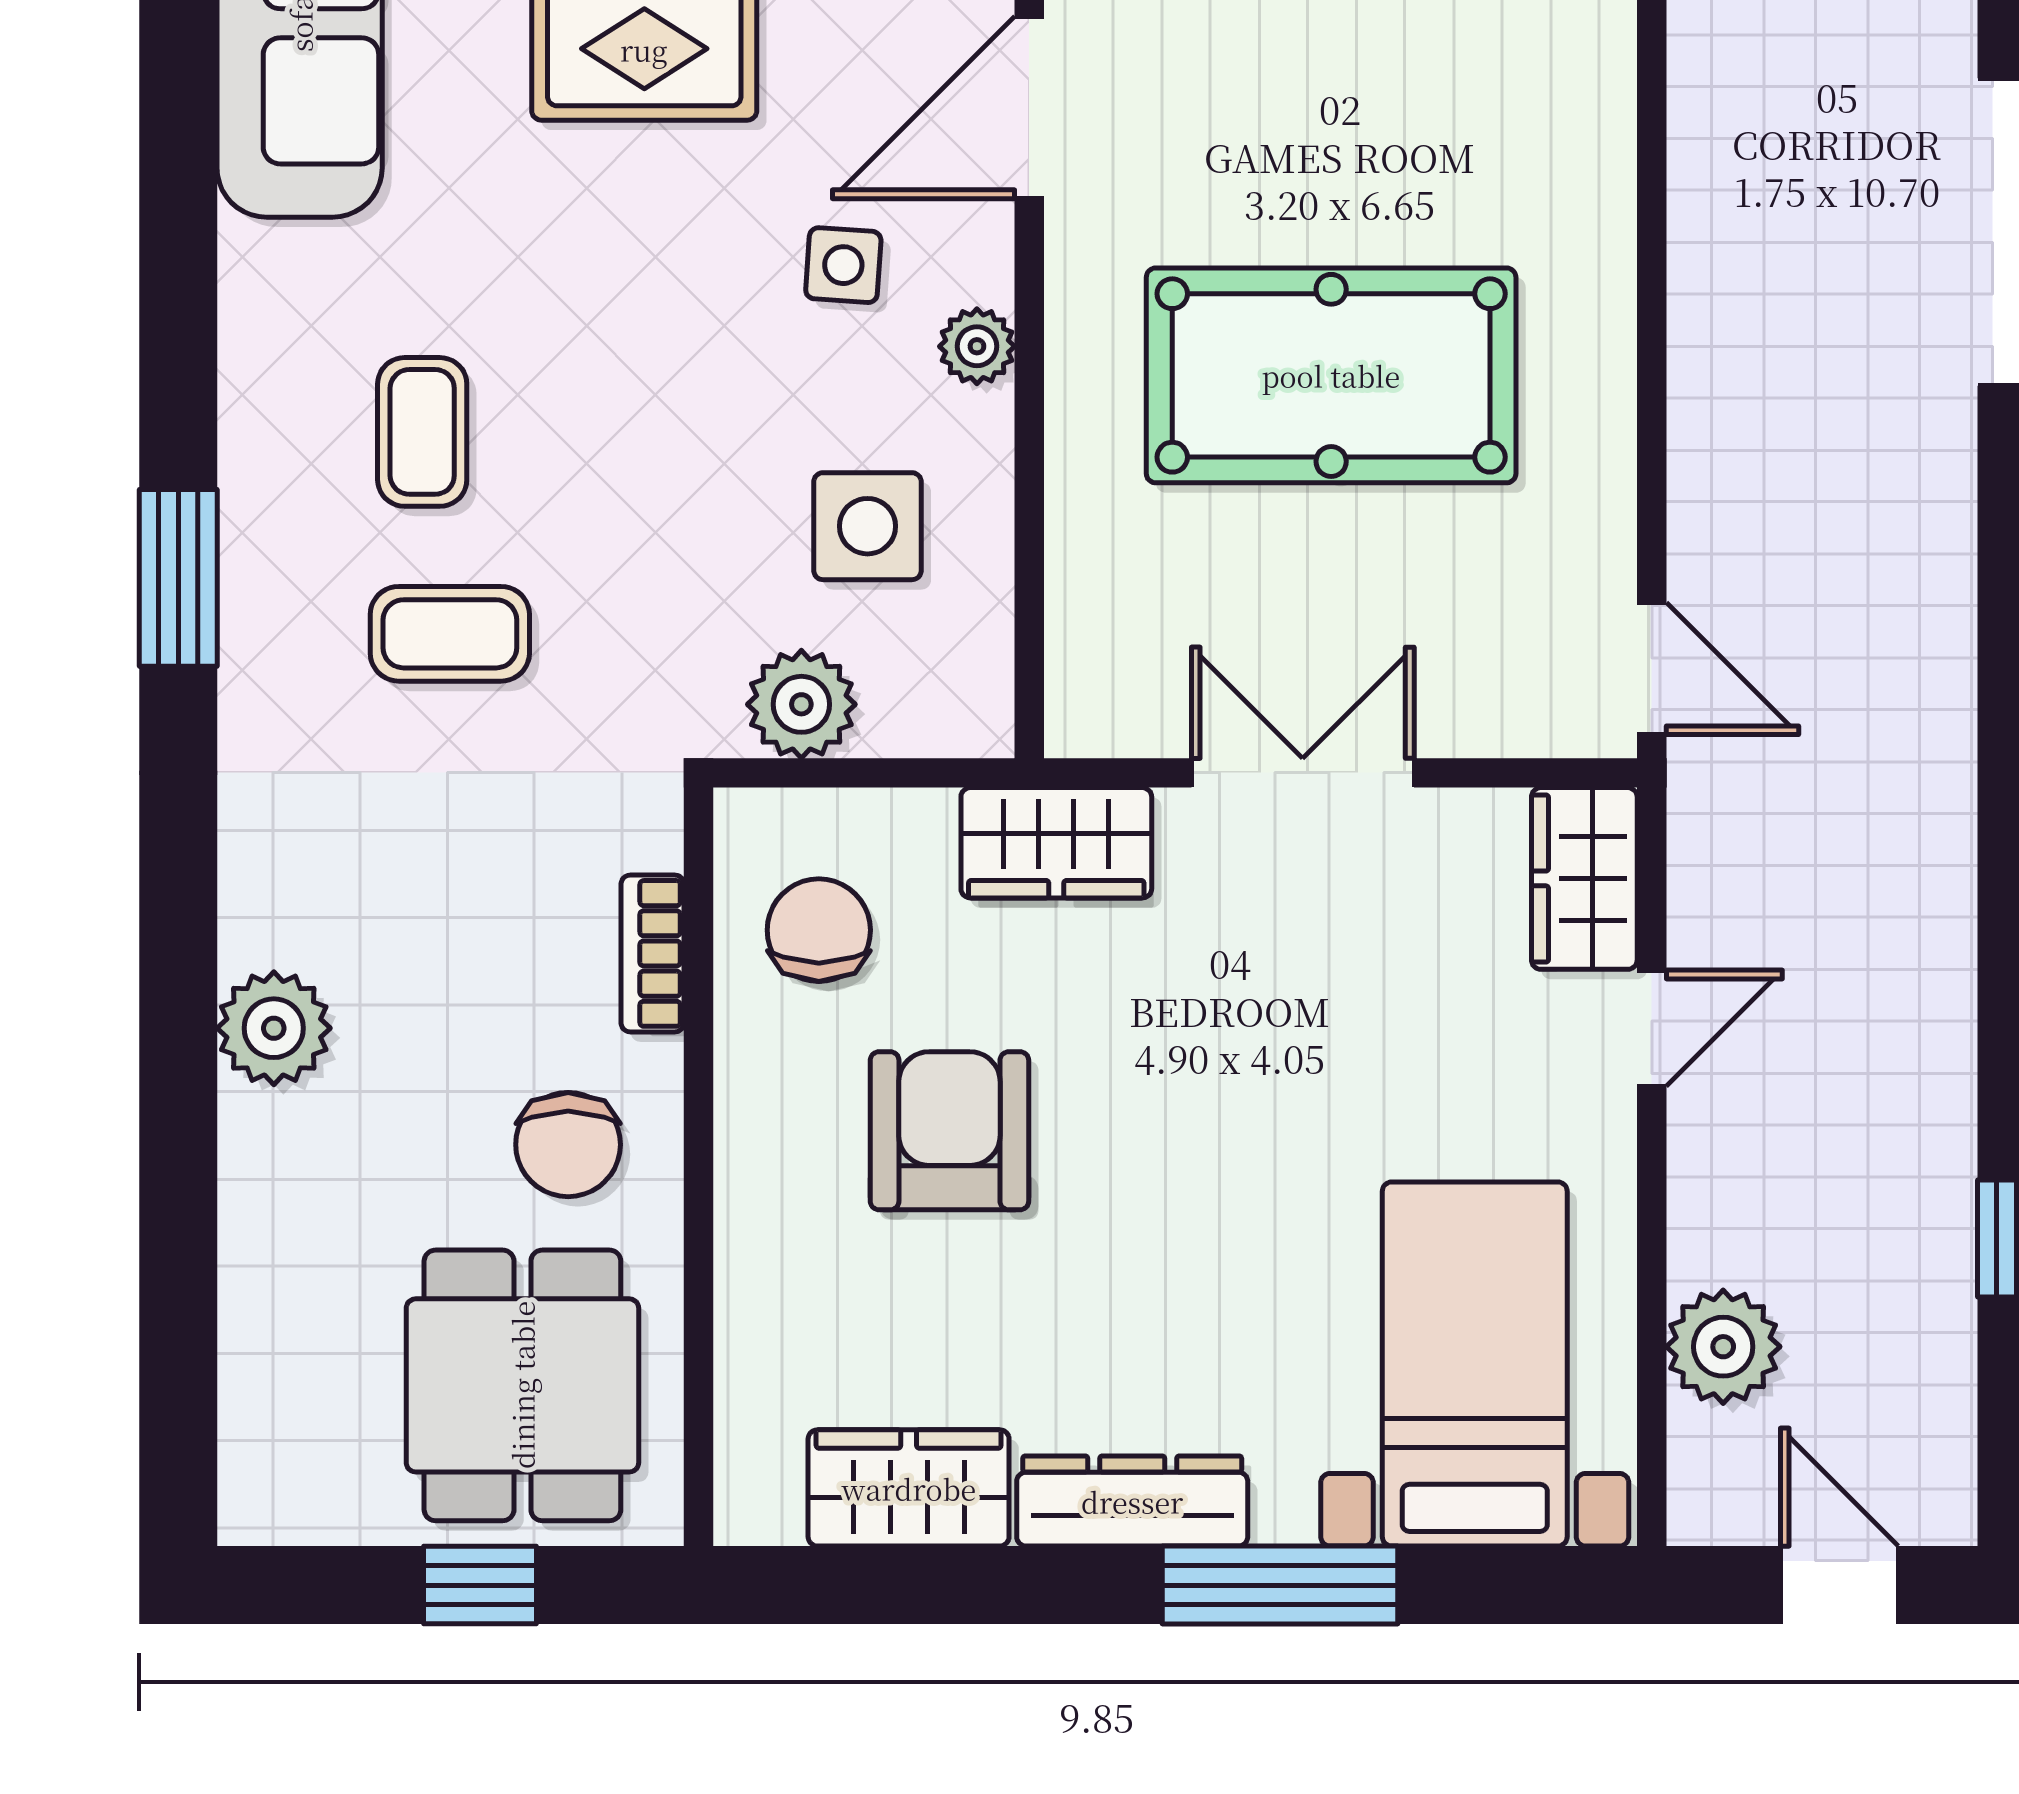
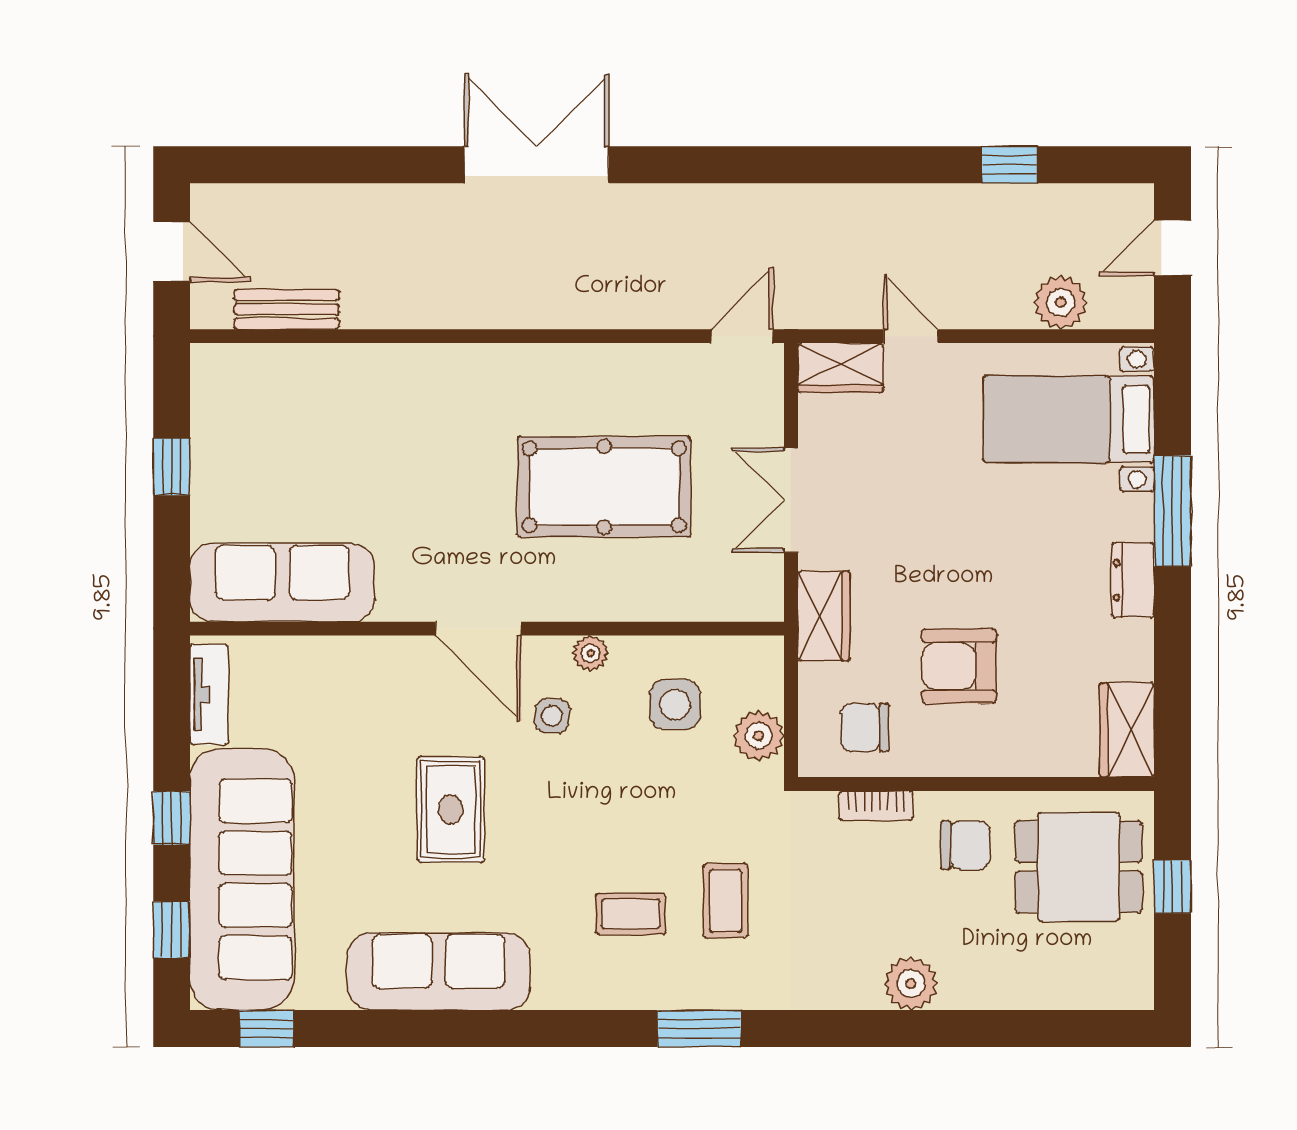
pool table: (1331, 375) -> (604, 487), turned 90
wardrobe: (909, 1488) -> (1127, 730), moved
dresser: (1132, 1501) -> (1133, 580), width x0.70

